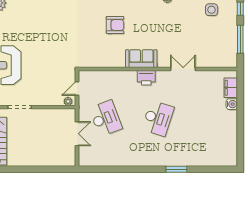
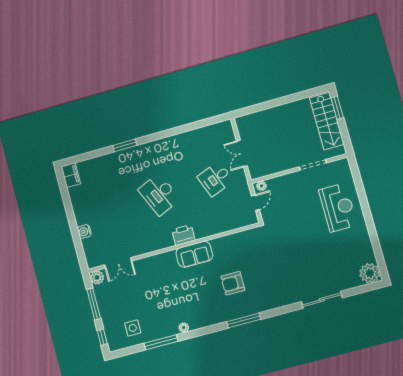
plant: (231, 61) -> (97, 277), added
double door: (183, 69) -> (118, 263), moved
filing cabinet: (231, 88) -> (71, 175), moved
desk: (106, 118) -> (215, 179), width x0.73
desk: (158, 118) -> (159, 194), turned -42

